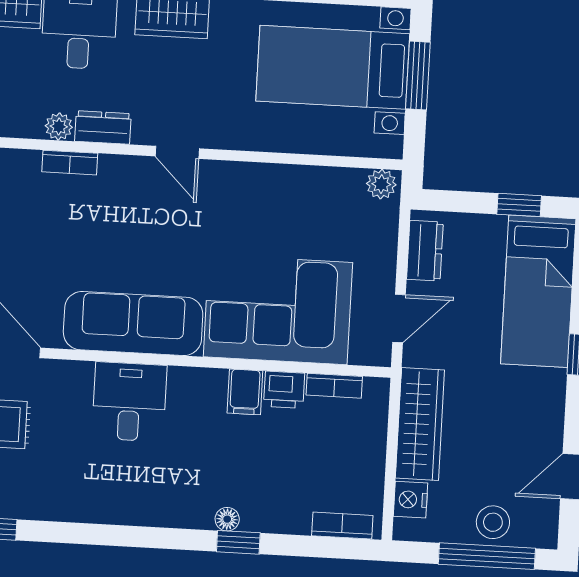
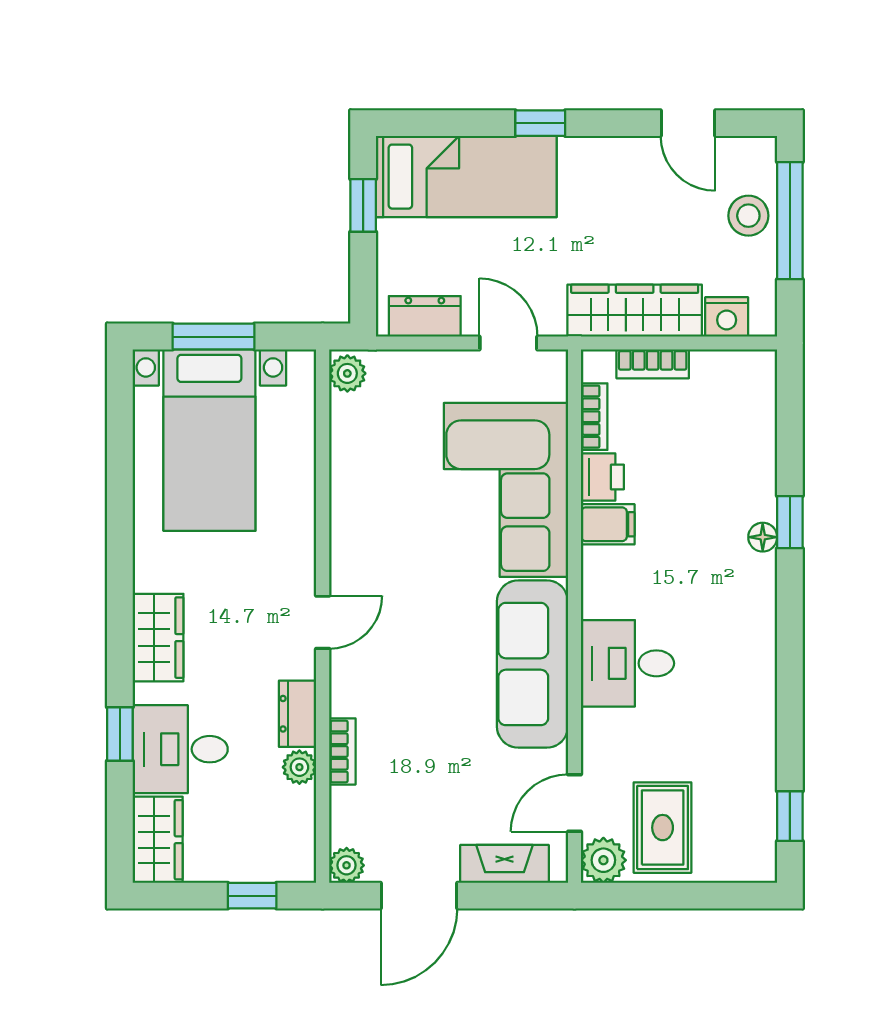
bookcase: (342, 526) -> (653, 364), moved, turned -90

